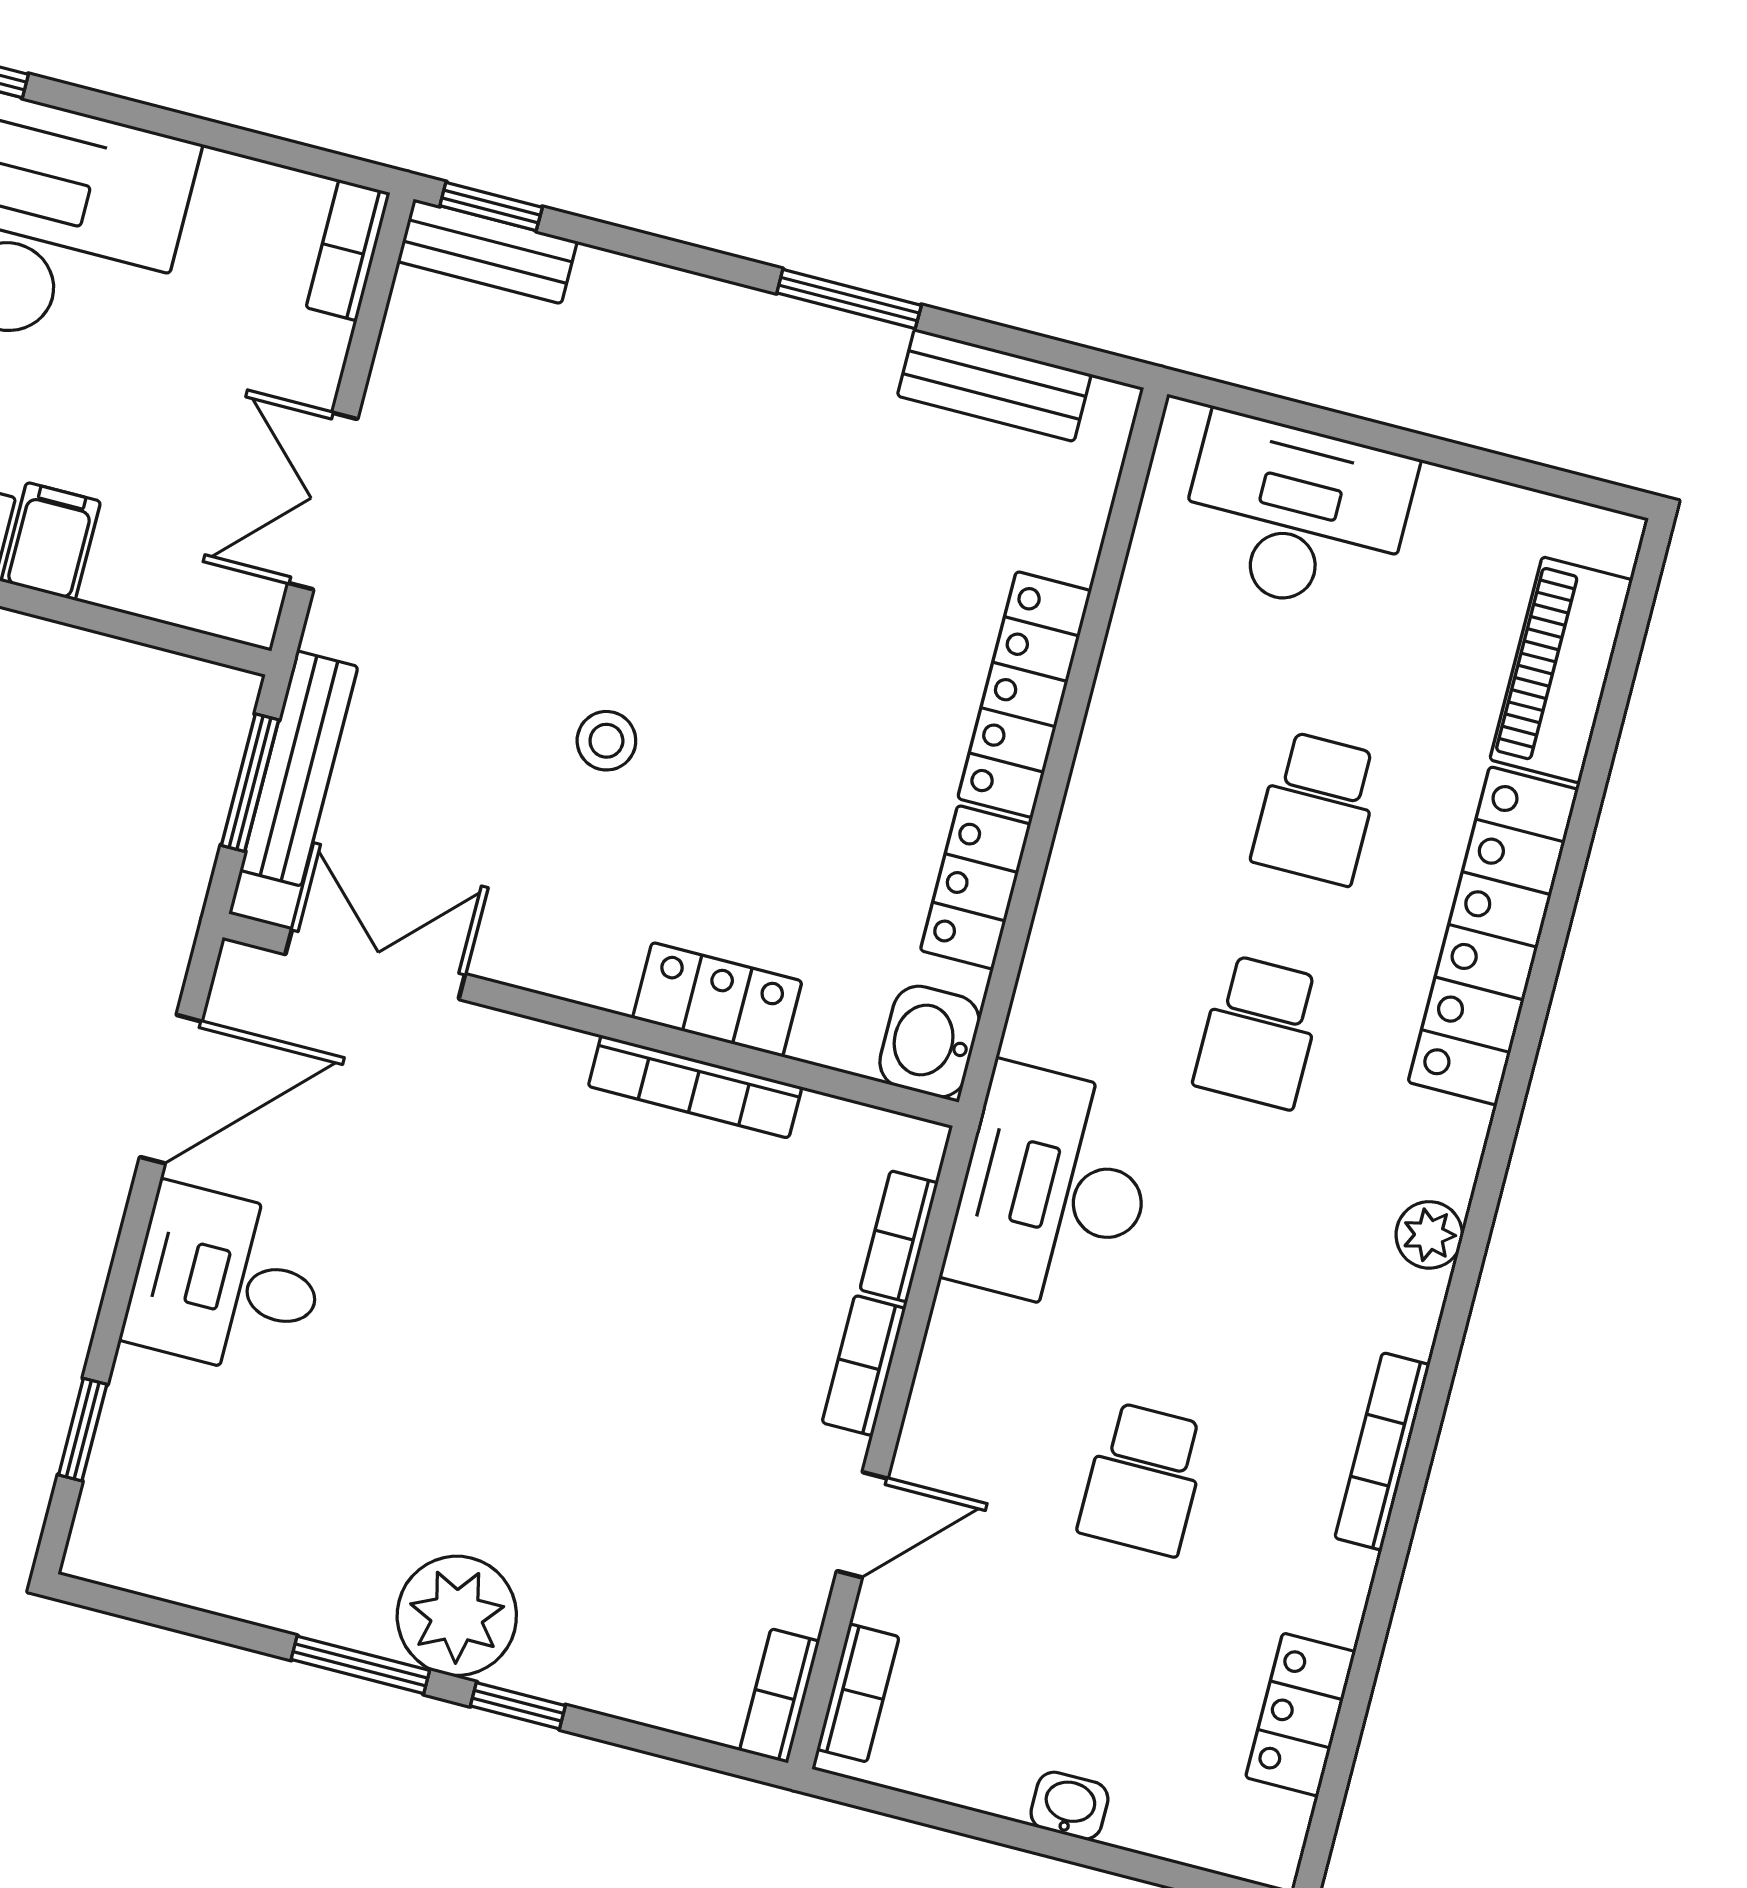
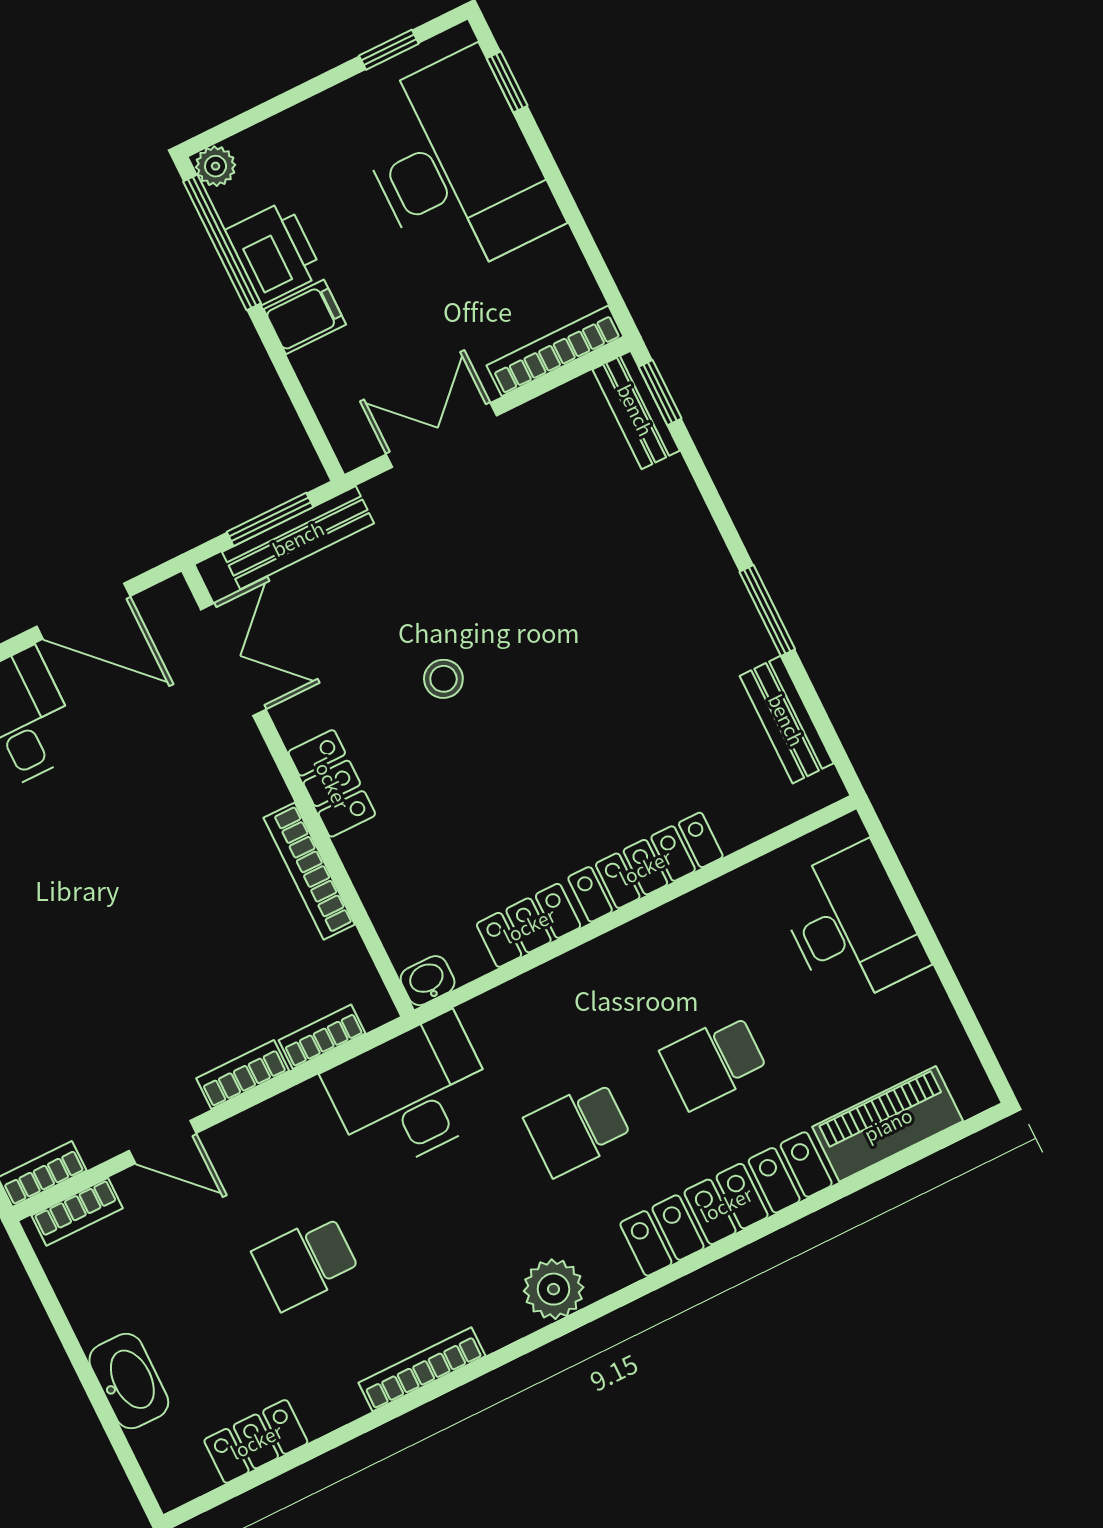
bookcase: (348, 250) -> (555, 351), width x1.56
locker: (717, 1000) -> (332, 783), moved
washbasin: (930, 1042) -> (428, 981), width x0.72, depth x0.69
plant: (1429, 1235) -> (554, 1289), width x1.38, depth x1.38
washbasin: (1069, 1806) -> (129, 1381), width x1.91, depth x1.45

